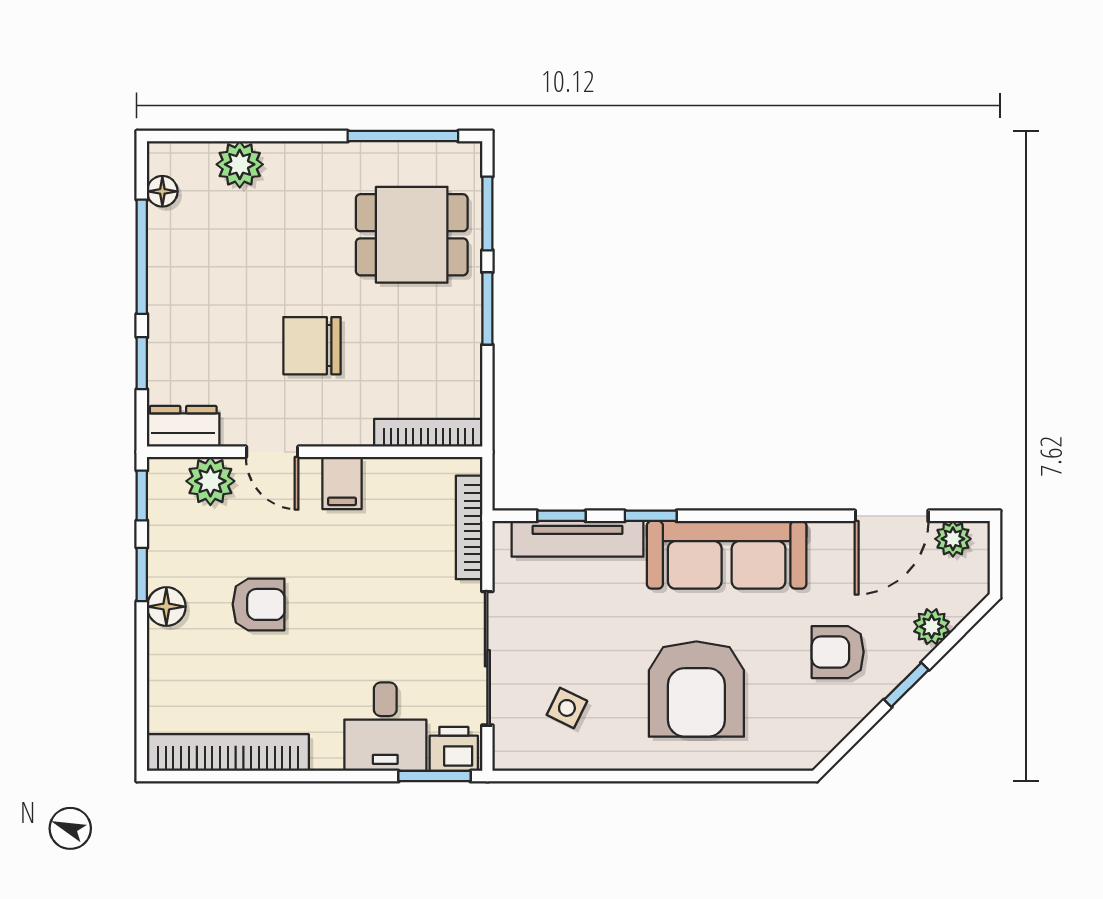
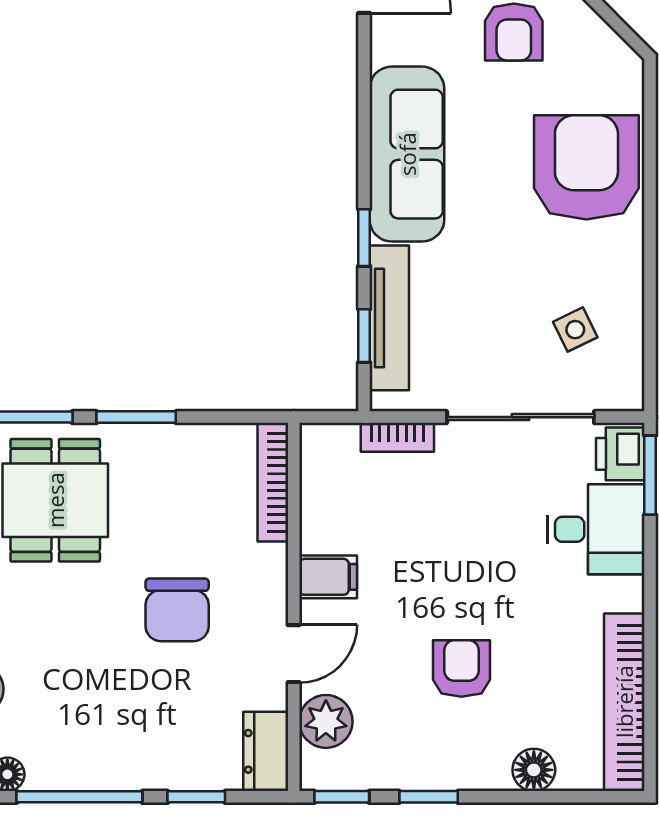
bookcase: (469, 527) -> (397, 437), width x0.64
floor lamp: (166, 607) -> (534, 770), moved
armchair: (696, 689) -> (586, 167), moved, turned -90
side table: (567, 708) -> (575, 330), turned 38

